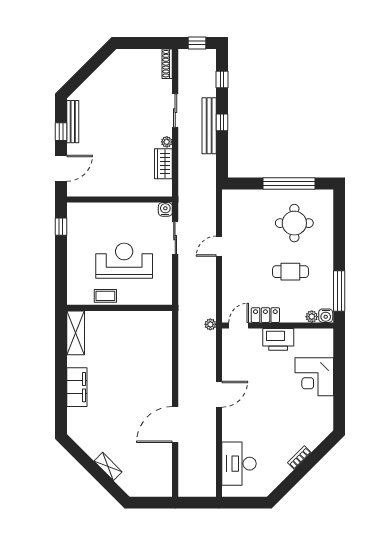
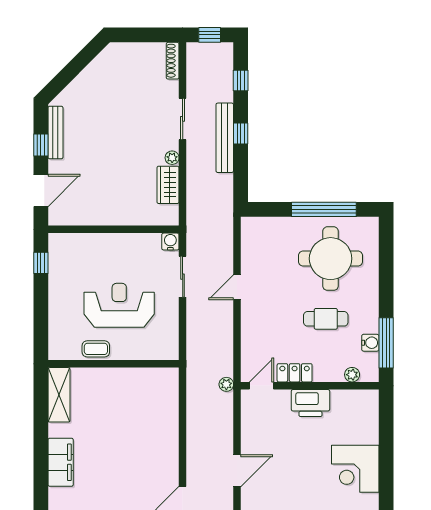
round table: (294, 223) -> (331, 259), width x1.36, depth x1.36
water cooler: (326, 316) -> (370, 343), moved, turned -90
corner desk: (314, 377) -> (355, 469), moved

